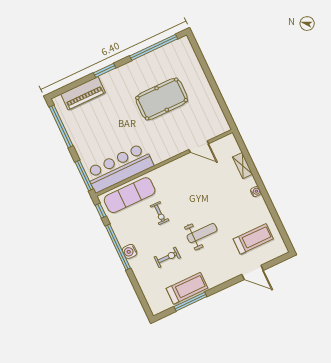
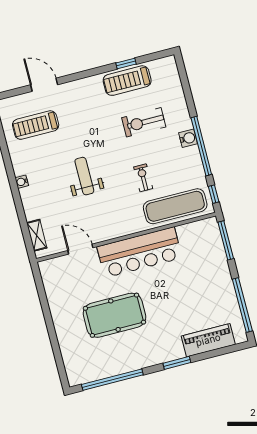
shelving: (243, 166) -> (37, 235), moved
bar counter: (119, 168) -> (139, 252), moved
weight bench: (202, 233) -> (84, 176), moved, turned 90
exercise bike: (167, 257) -> (144, 122), width x1.38, depth x1.39
window: (190, 302) -> (126, 64), width x0.46

